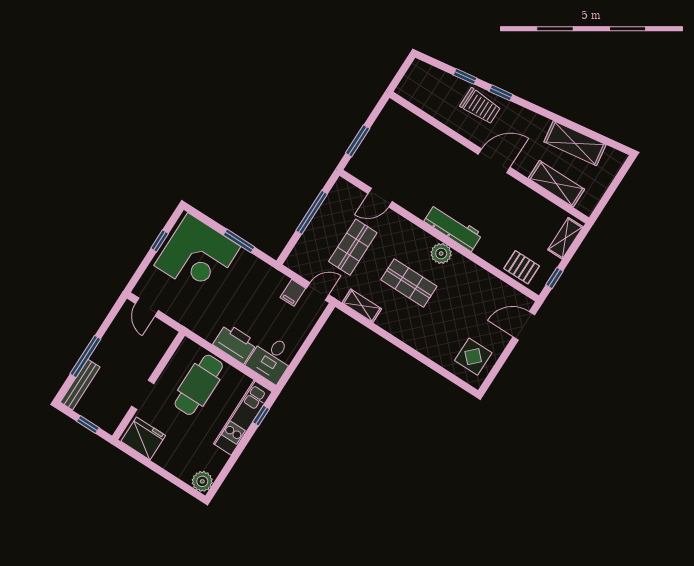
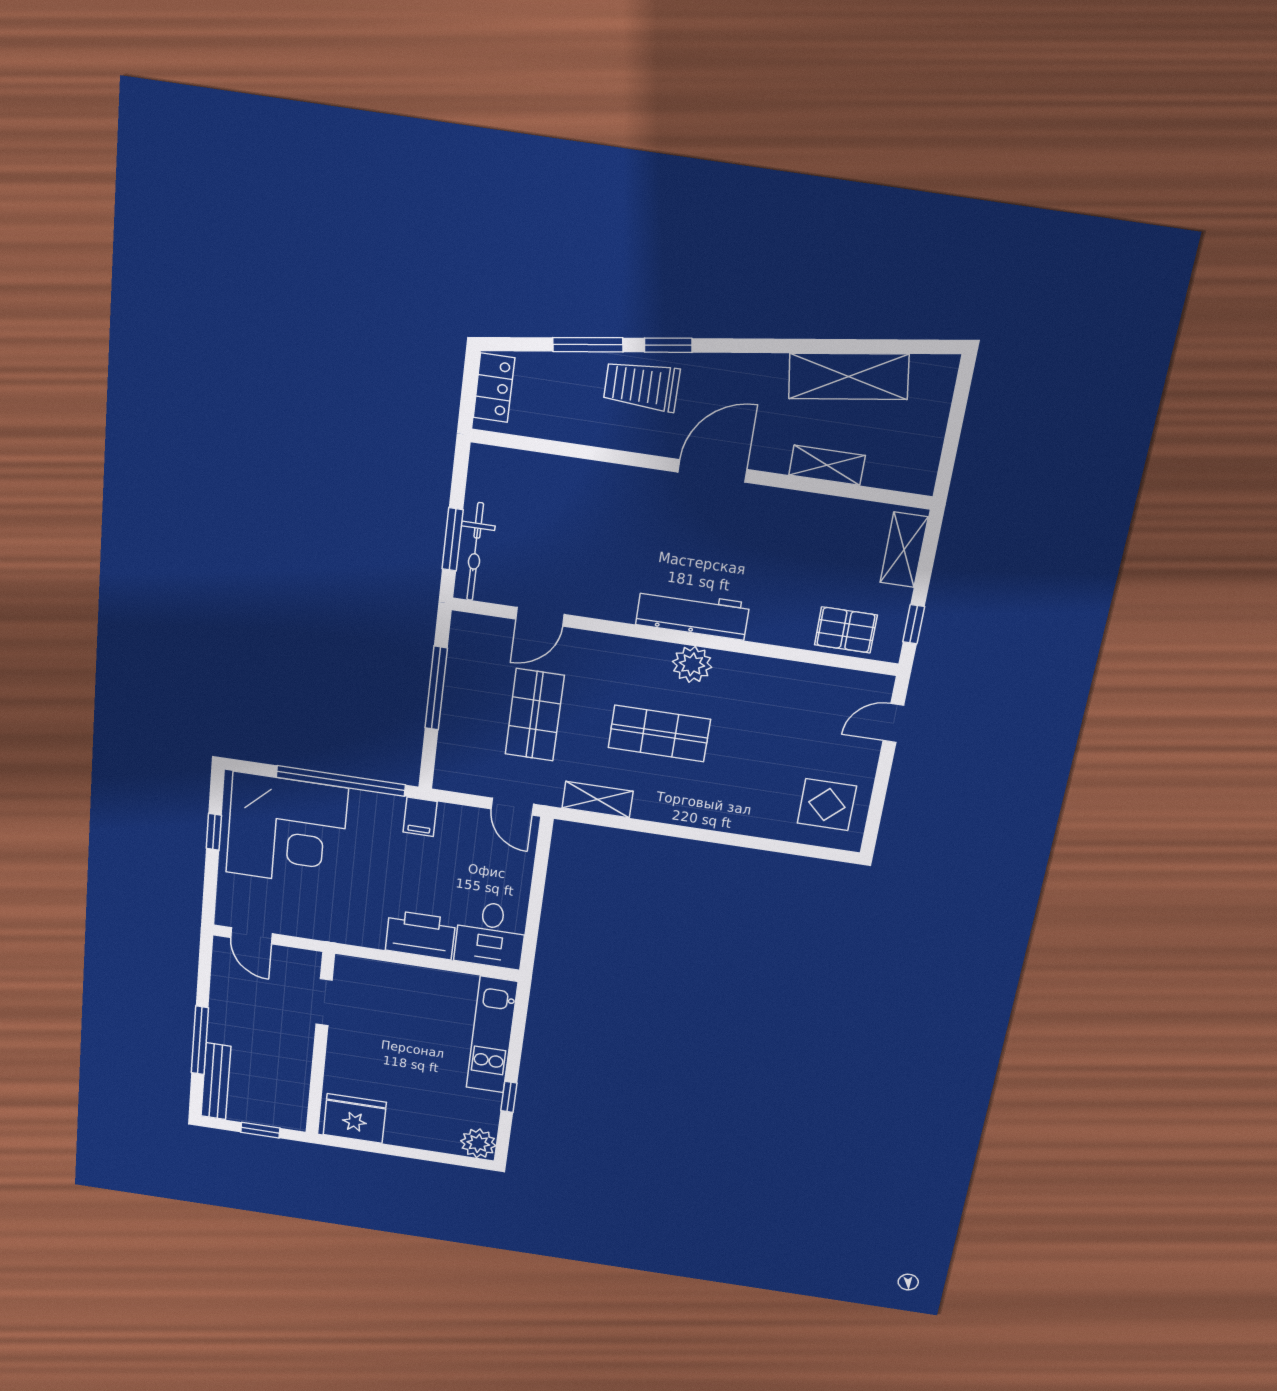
window: (465, 76) -> (588, 345), width x1.50
locker: (413, 77) -> (494, 388), added
trolley: (480, 106) -> (642, 386), turned 180
bicycle: (365, 152) -> (475, 552), added
shelving: (556, 184) -> (827, 465), width x0.67, depth x0.75
window: (239, 241) -> (341, 781), width x2.11
door: (318, 291) -> (512, 807), swing flipped
filing cabinet: (293, 293) -> (420, 817), moved
door: (524, 326) -> (893, 723), width x0.73
cafe table: (199, 385) -> (397, 1015), removed
doorway: (143, 395) -> (324, 1002), moved
window: (261, 416) -> (509, 1097), moved

